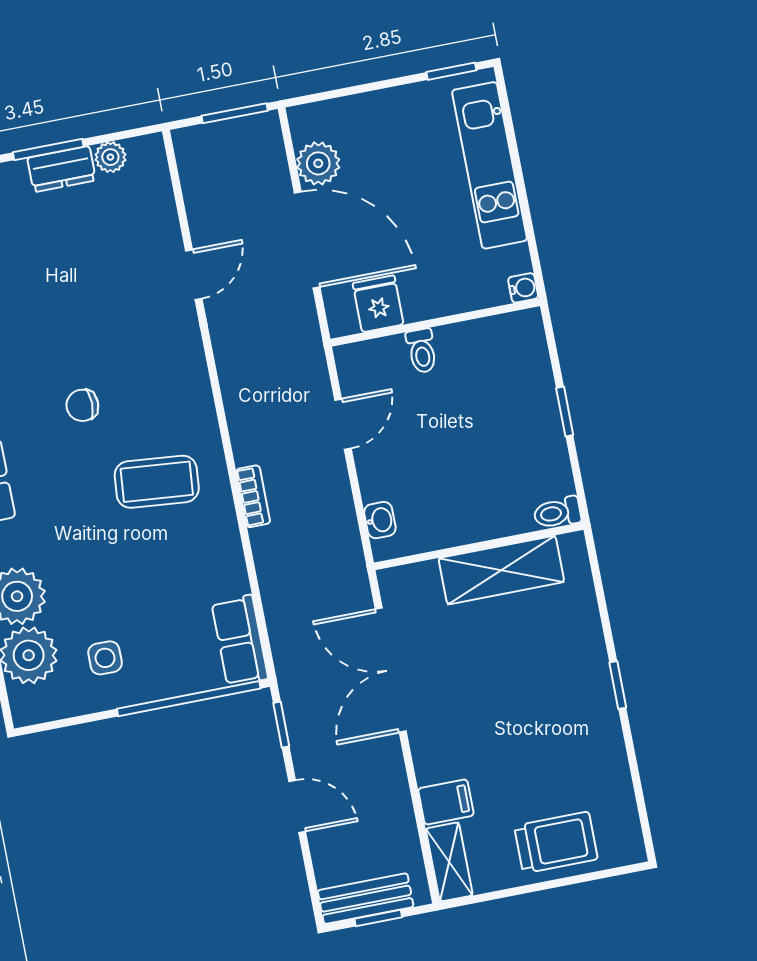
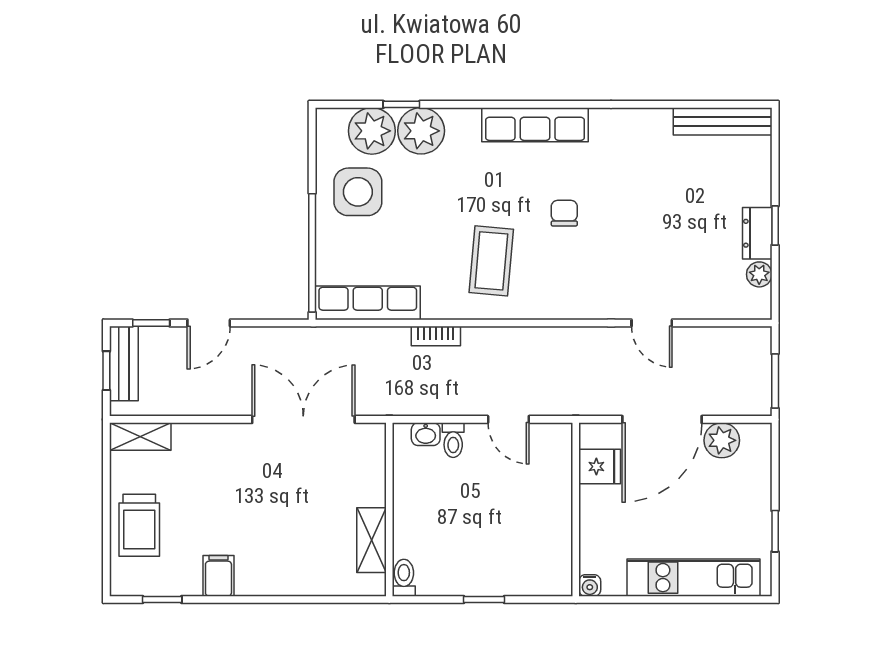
window: (451, 71) -> (775, 531), moved
window: (48, 149) -> (775, 226), width x0.67
toilet: (422, 351) -> (453, 440), moved, turned -90
bookcase: (253, 496) -> (436, 336), moved
shelving: (501, 570) -> (371, 540), width x0.67, depth x0.75
row of seats: (240, 641) -> (368, 303), width x1.48
side table: (105, 658) -> (358, 192), width x1.87, depth x1.87
window: (618, 685) -> (162, 599), moved
window: (281, 725) -> (151, 323), moved
filing cabinet: (446, 802) -> (218, 576), moved, turned 180

